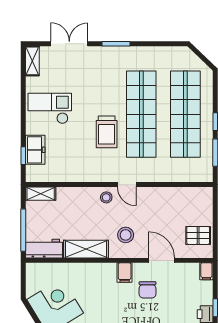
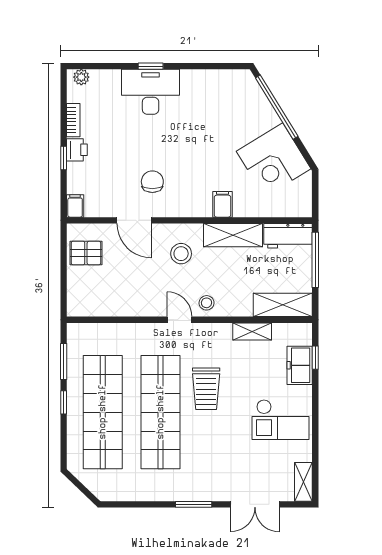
trolley: (107, 132) -> (206, 389), turned 180
shelving: (71, 176) -> (252, 331), added
shelving: (41, 194) -> (283, 305), width x1.50, depth x1.33
filing cabinet: (125, 273) -> (222, 204), moved

